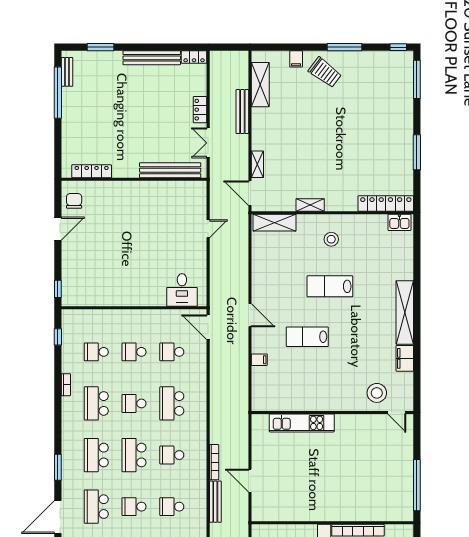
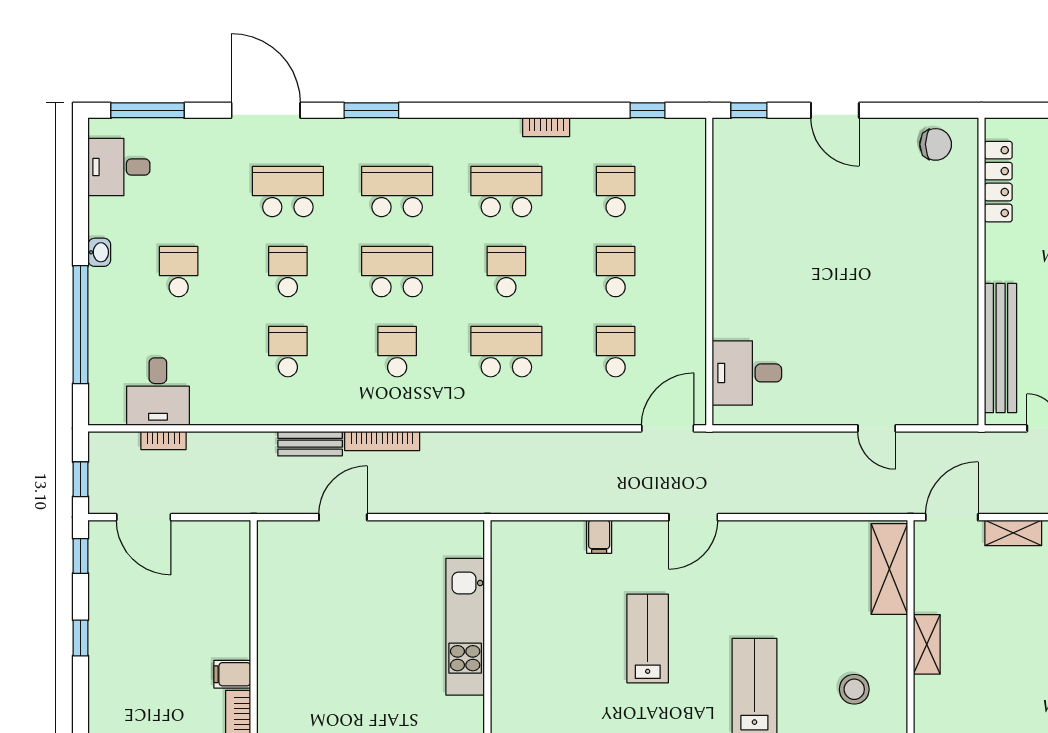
door: (58, 229) -> (835, 110), moved
bench: (215, 502) -> (310, 444), width x0.73

